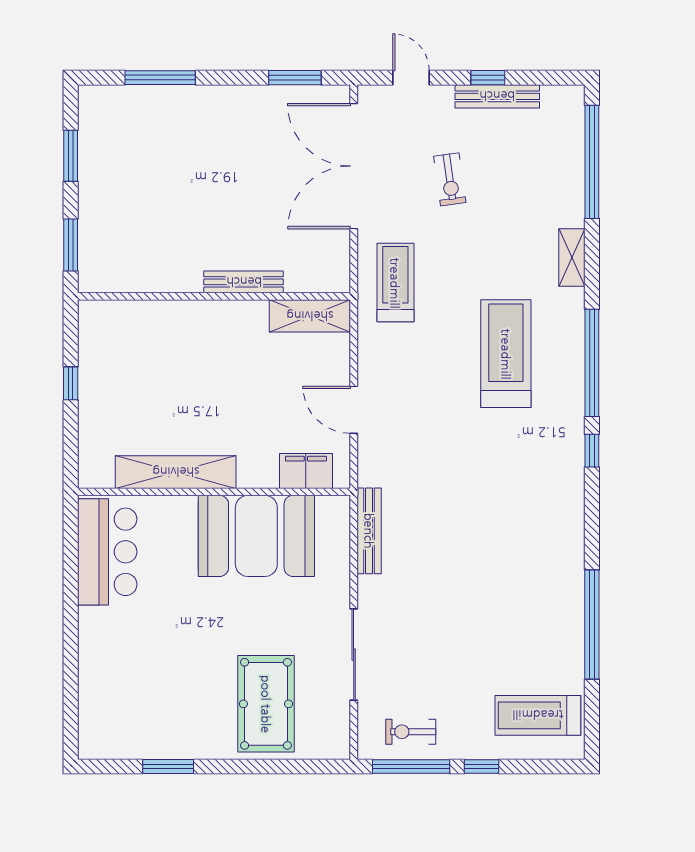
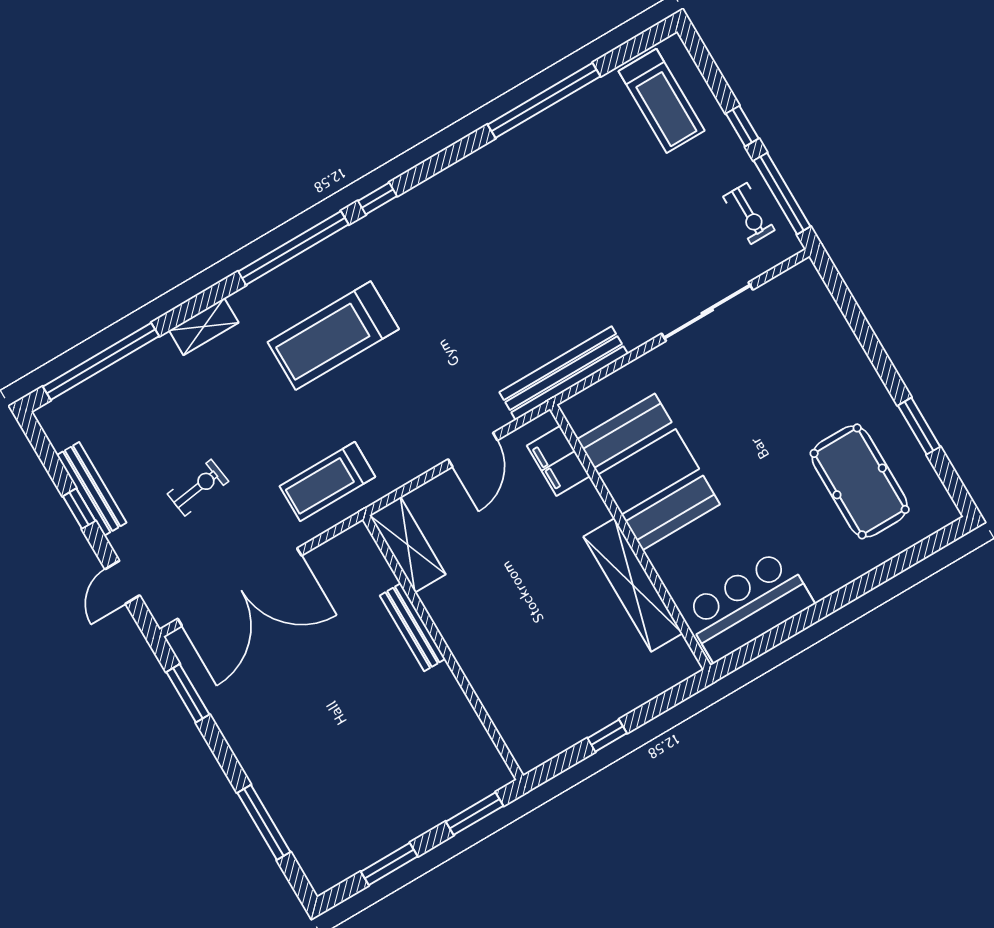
bench: (369, 531) -> (564, 373), width x1.37, depth x1.21
pool table: (266, 704) -> (860, 481), moved, turned 90

